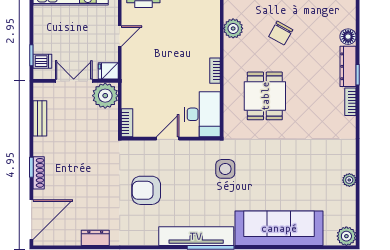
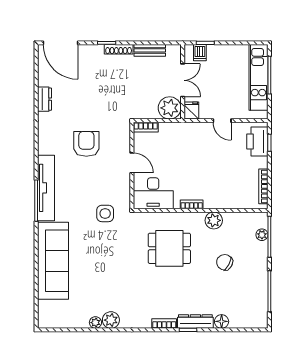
plant: (233, 28) -> (214, 220), moved
shoe rack: (39, 173) -> (119, 49), moved
plant: (346, 236) -> (111, 320), moved

